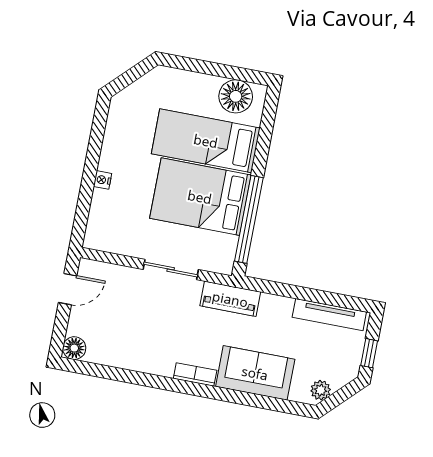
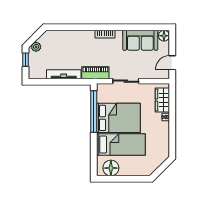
wardrobe: (103, 216) -> (162, 100), added
tv unit: (329, 315) -> (64, 74), moved
sofa: (255, 373) -> (140, 40), moved
plant: (321, 390) -> (36, 47), moved

